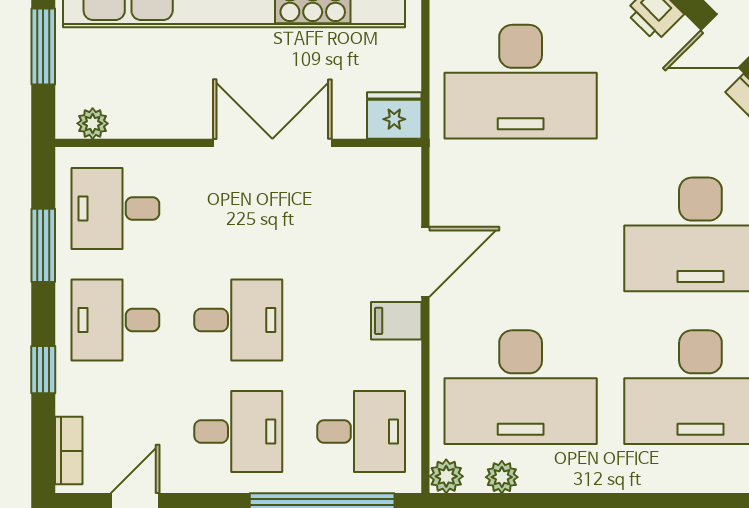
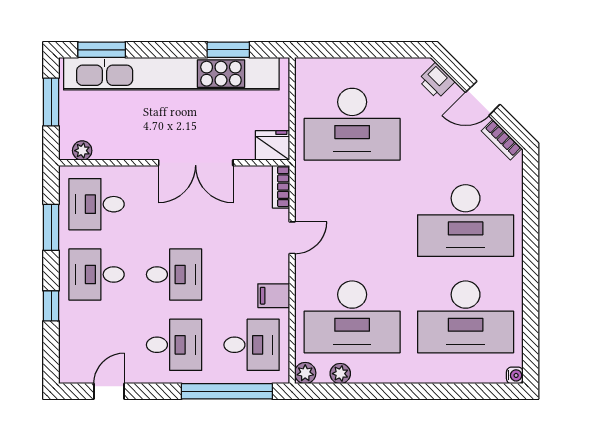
double door: (272, 143) -> (196, 163), swing flipped
door: (425, 262) -> (292, 238), width x0.73
filing cabinet: (396, 321) -> (274, 296), moved
bookcase: (69, 451) -> (281, 187), moved, turned 180

